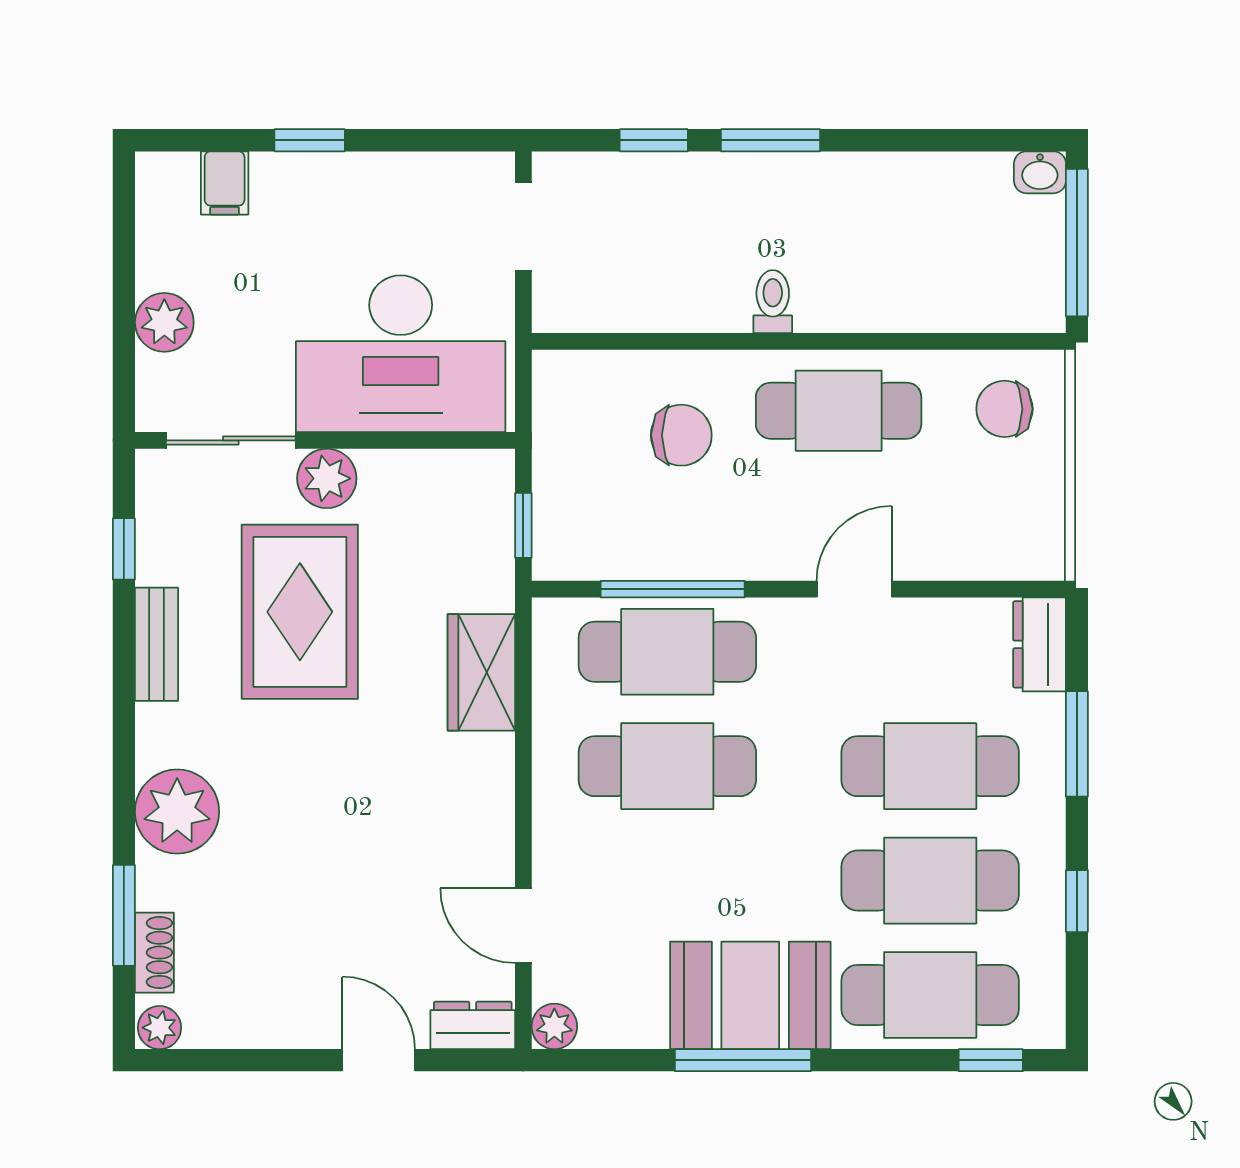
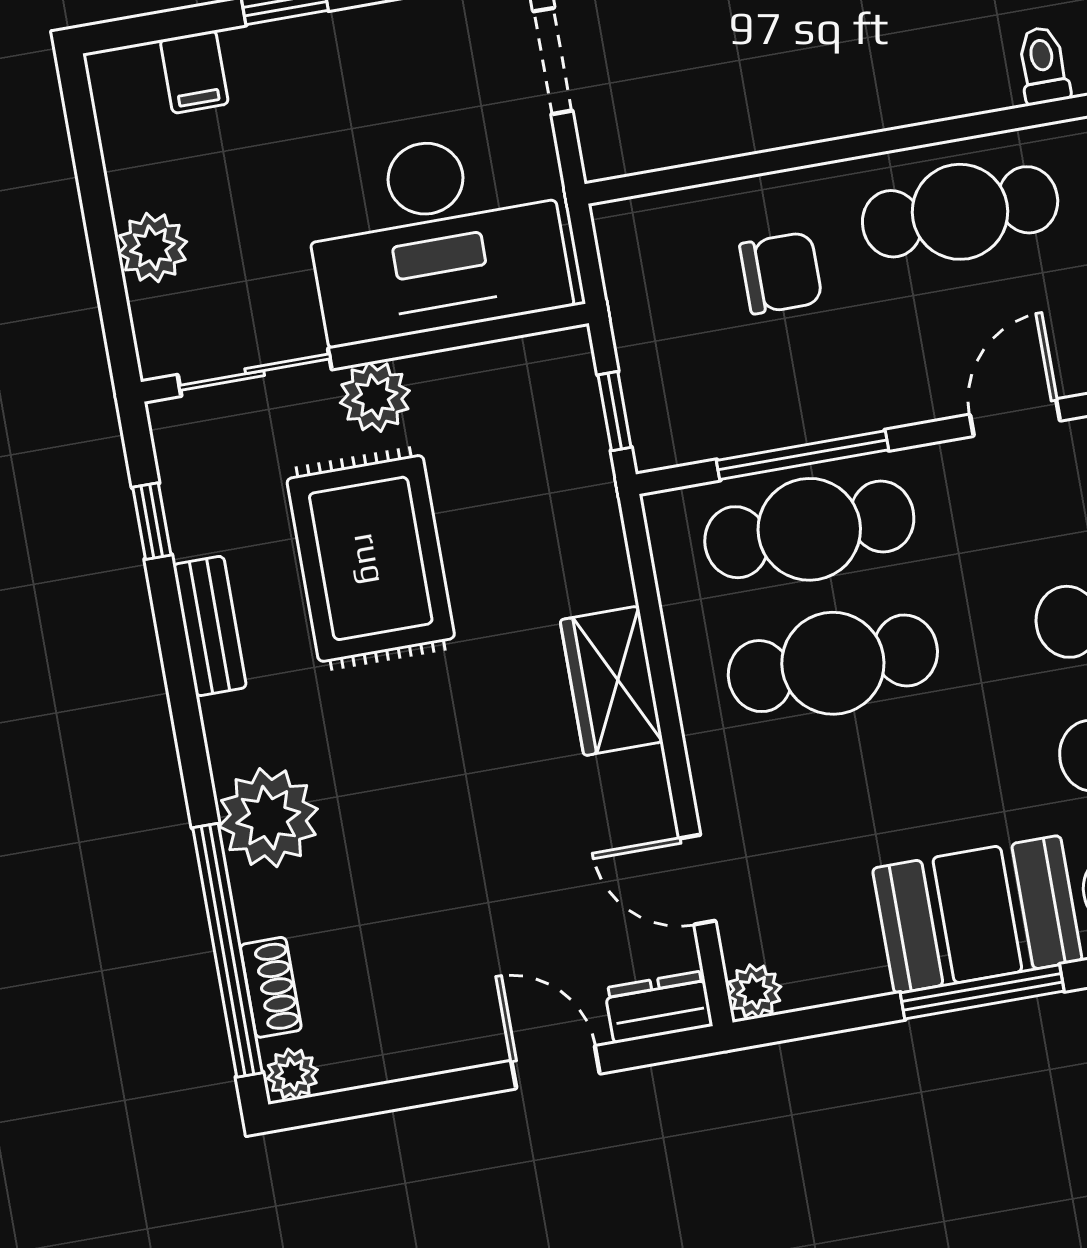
toilet: (773, 302) -> (1043, 65), moved
wardrobe: (481, 672) -> (611, 681), moved
window: (124, 915) -> (228, 950), width x2.11

